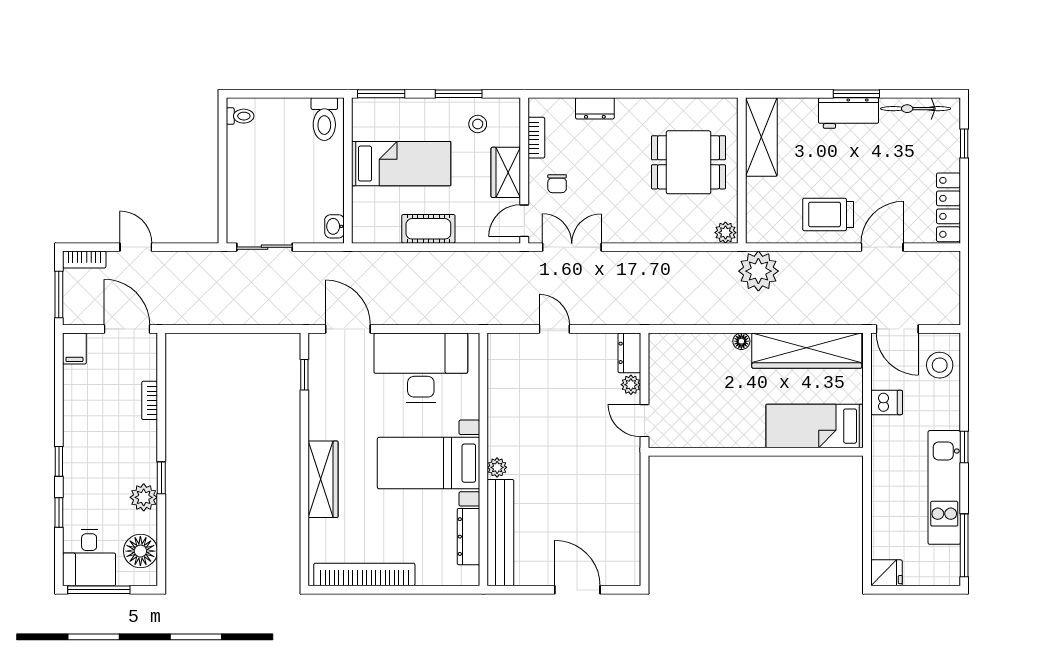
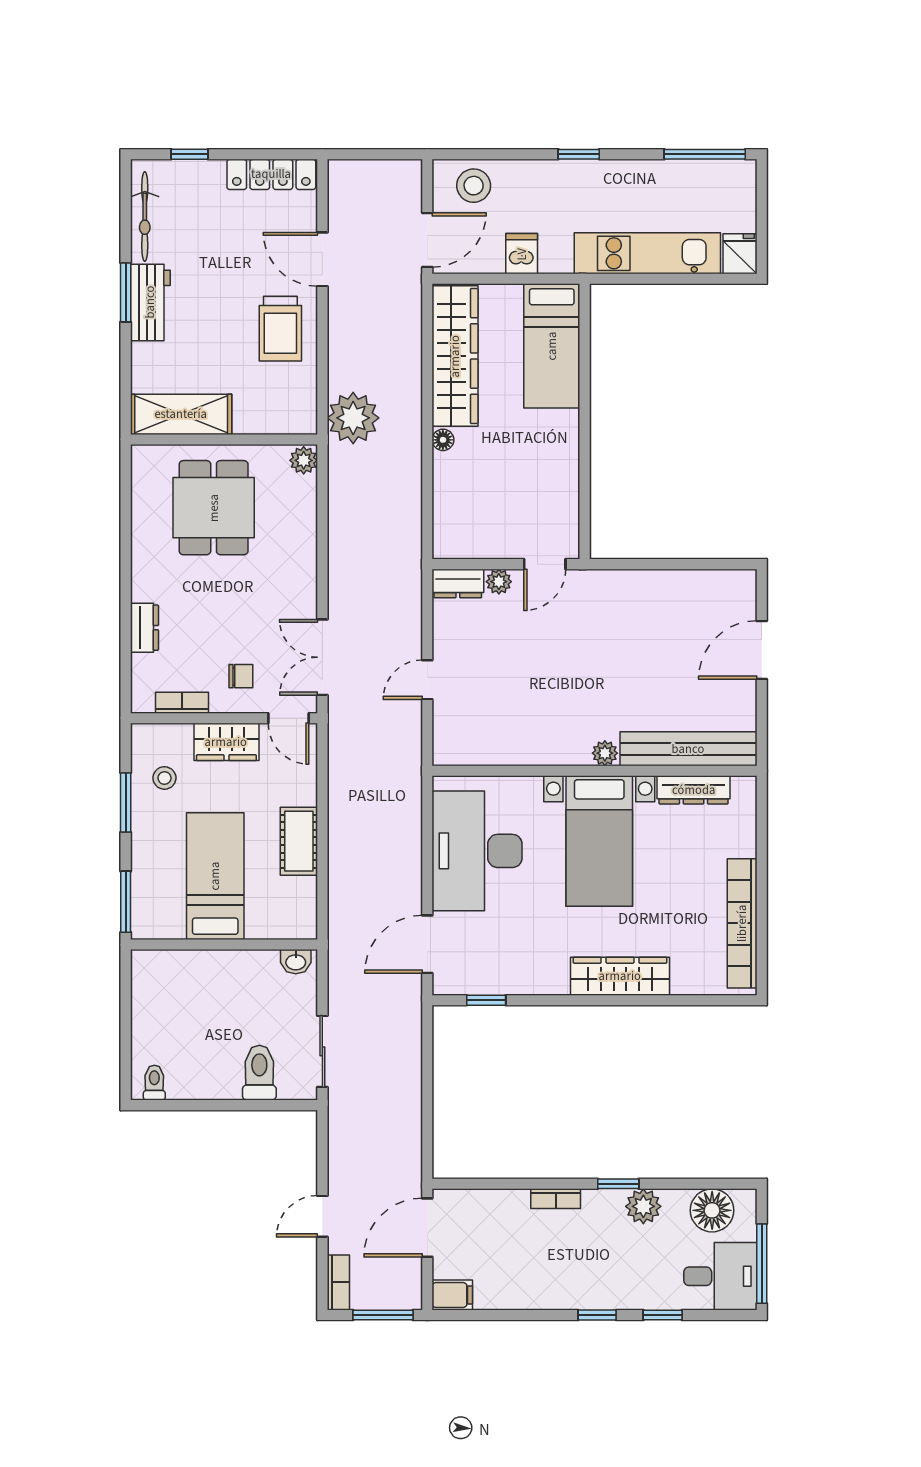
toilet: (324, 119) -> (259, 1073), moved, turned -90
bookcase: (150, 400) -> (556, 1199), moved
kitchen unit: (944, 487) -> (647, 253), moved, turned 180

